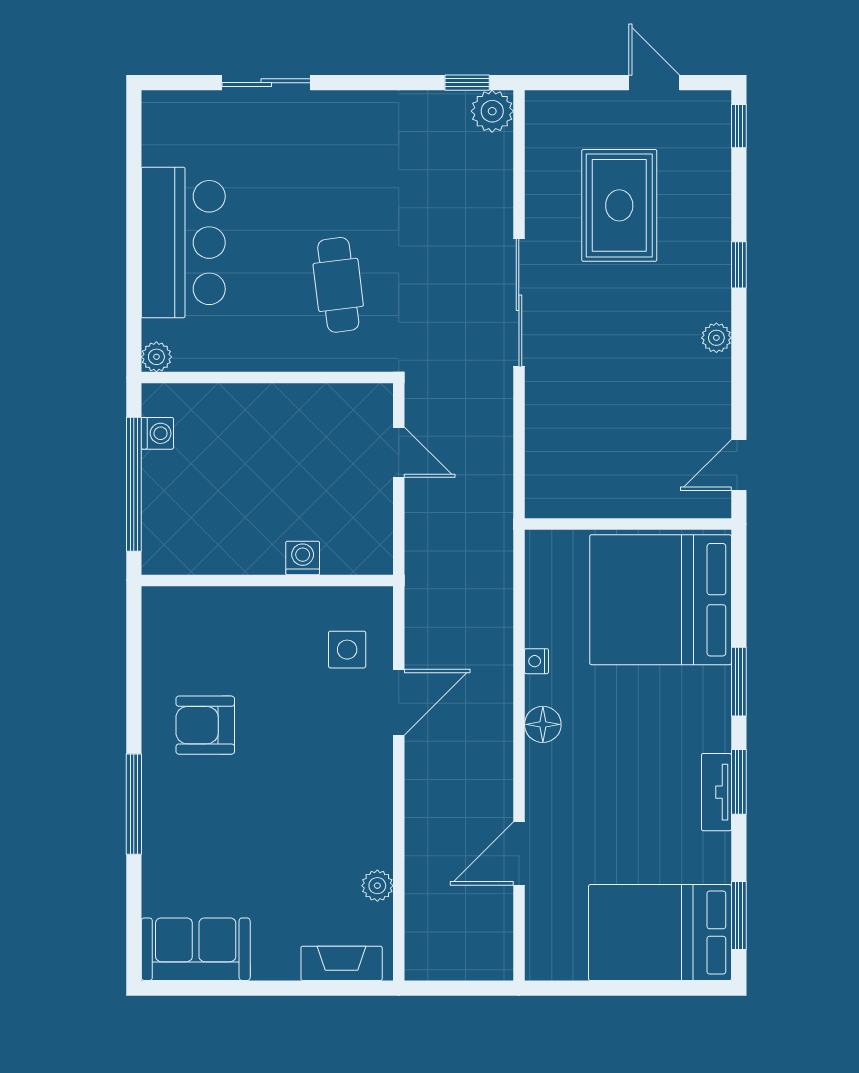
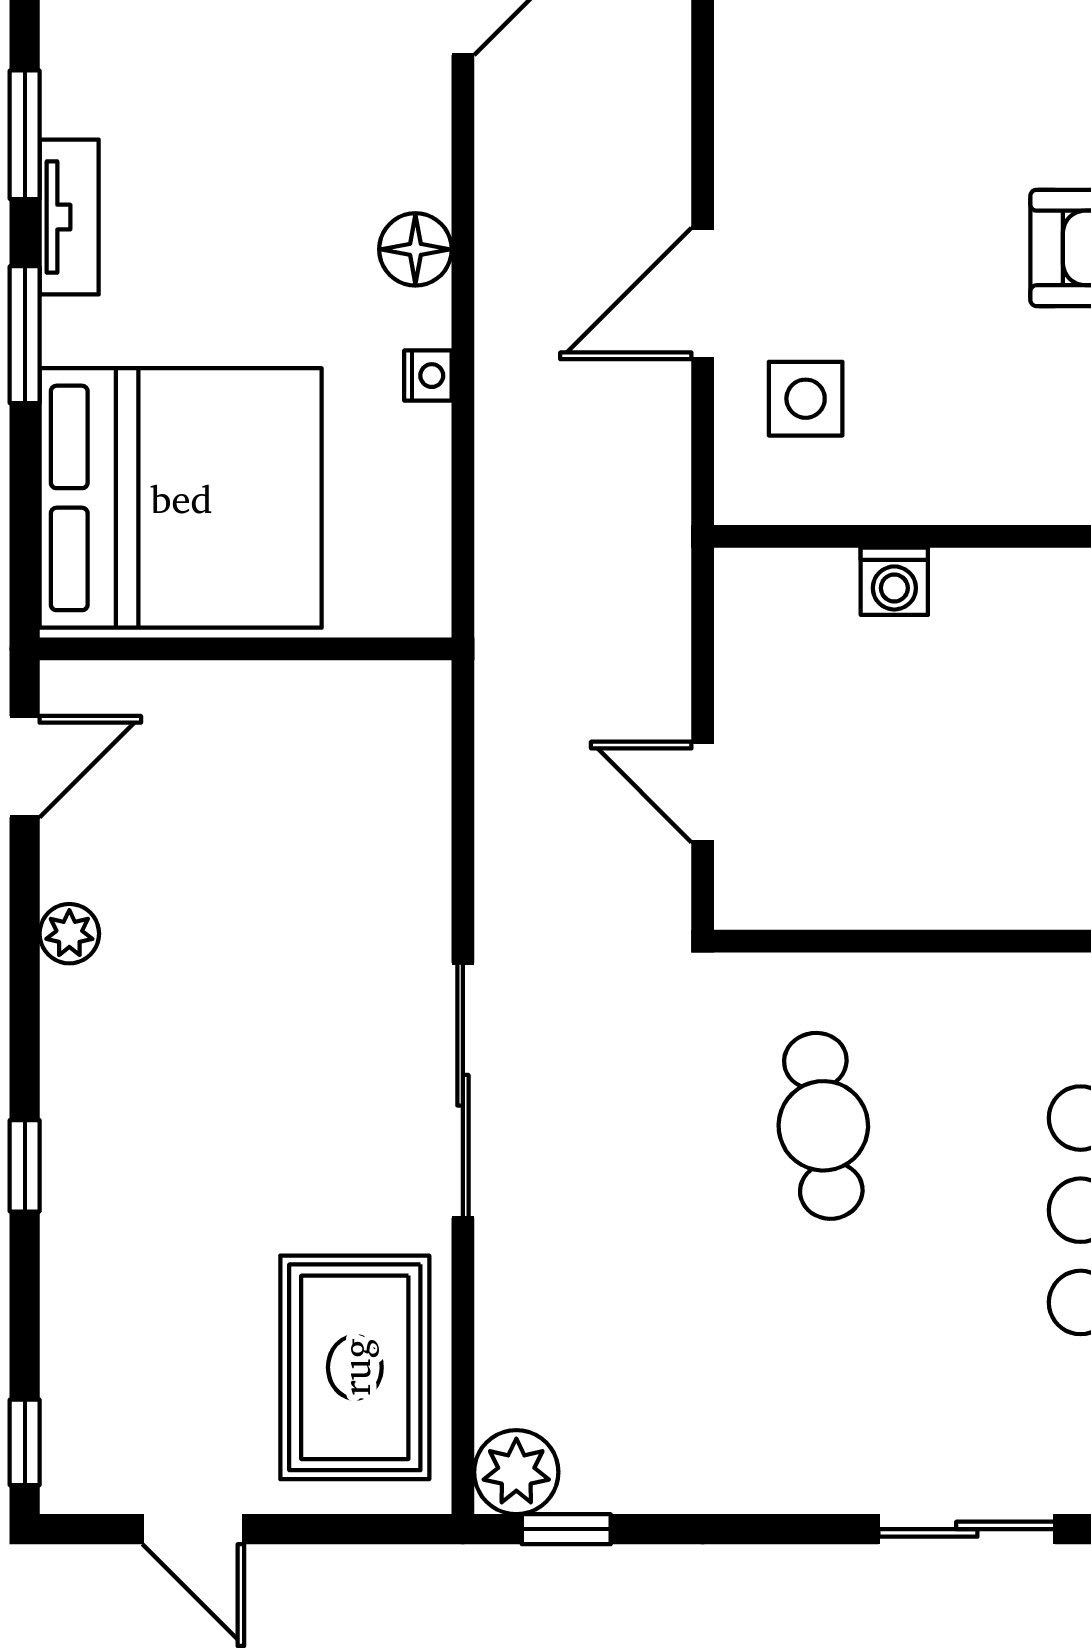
rug: (619, 205) -> (355, 1367), moved
plant: (716, 338) -> (69, 934), moved
tv unit: (716, 792) -> (69, 217), moved

